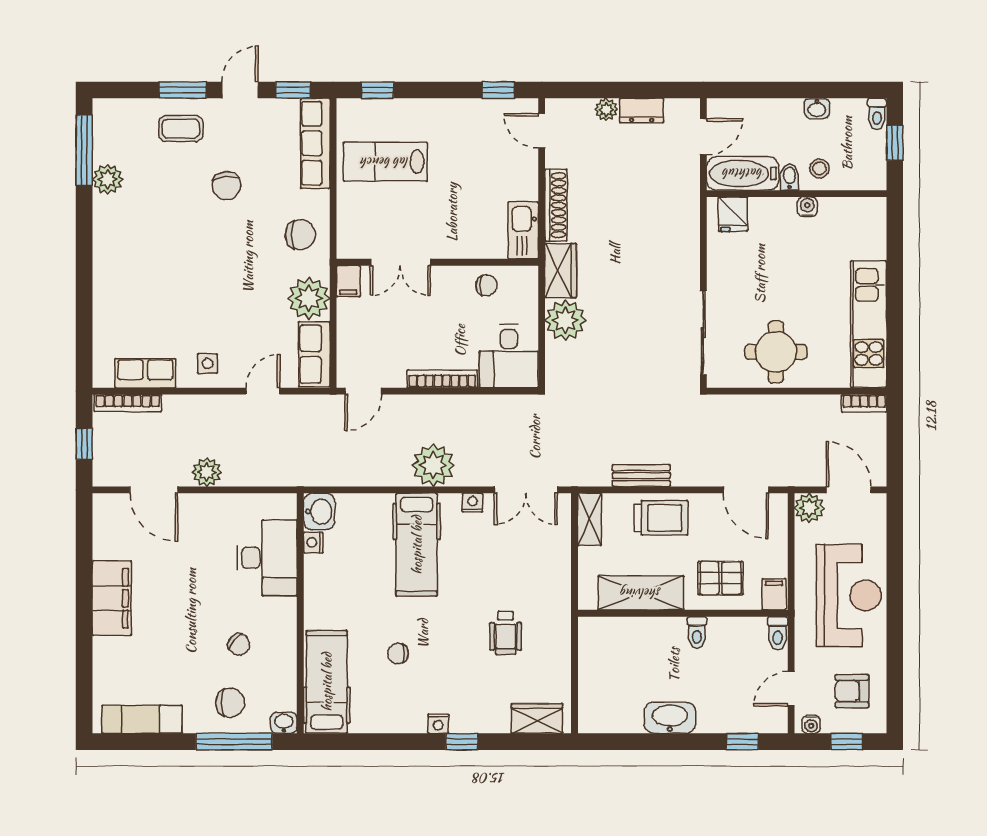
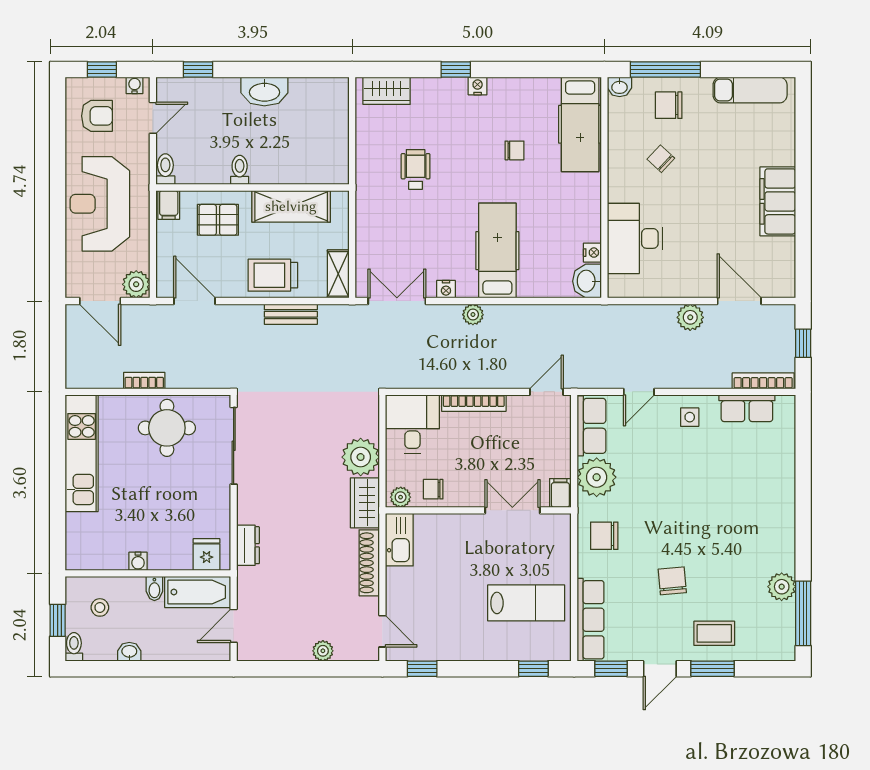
dresser: (642, 111) -> (248, 545), moved, turned 90
stool: (819, 169) -> (100, 607), moved
plant: (522, 277) -> (401, 497), added
bookcase: (864, 403) -> (144, 381), moved
plant: (433, 465) -> (473, 315), width x0.53, depth x0.53

